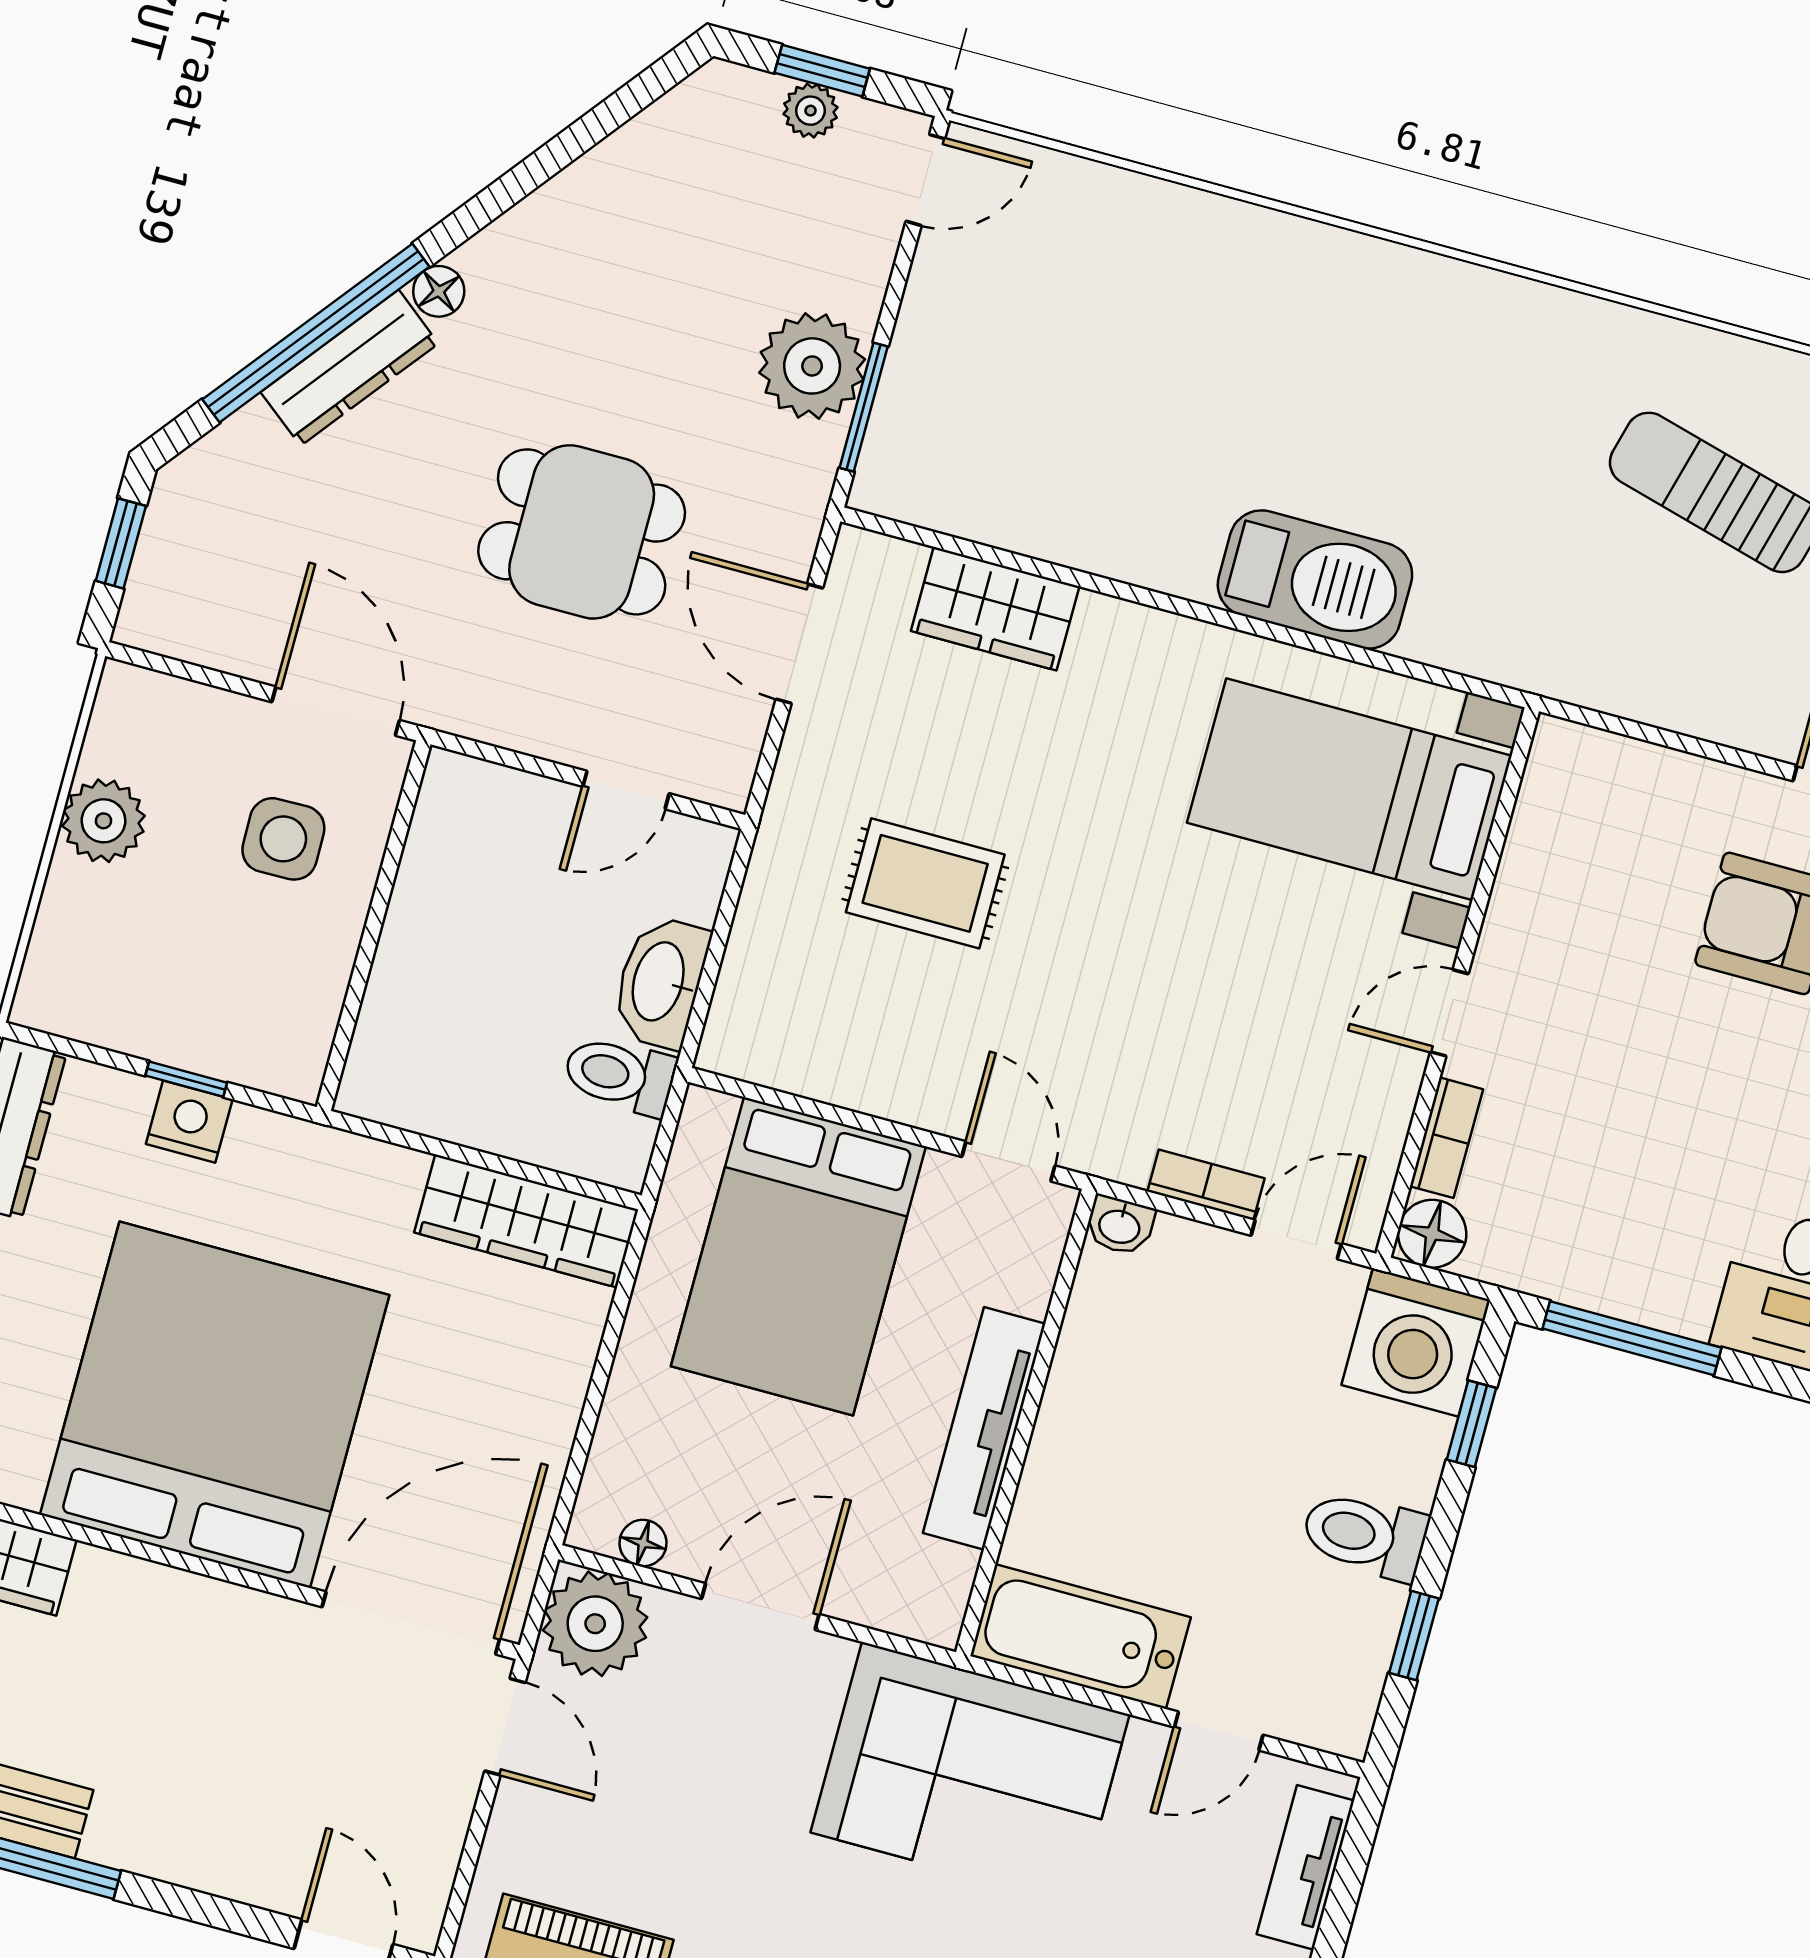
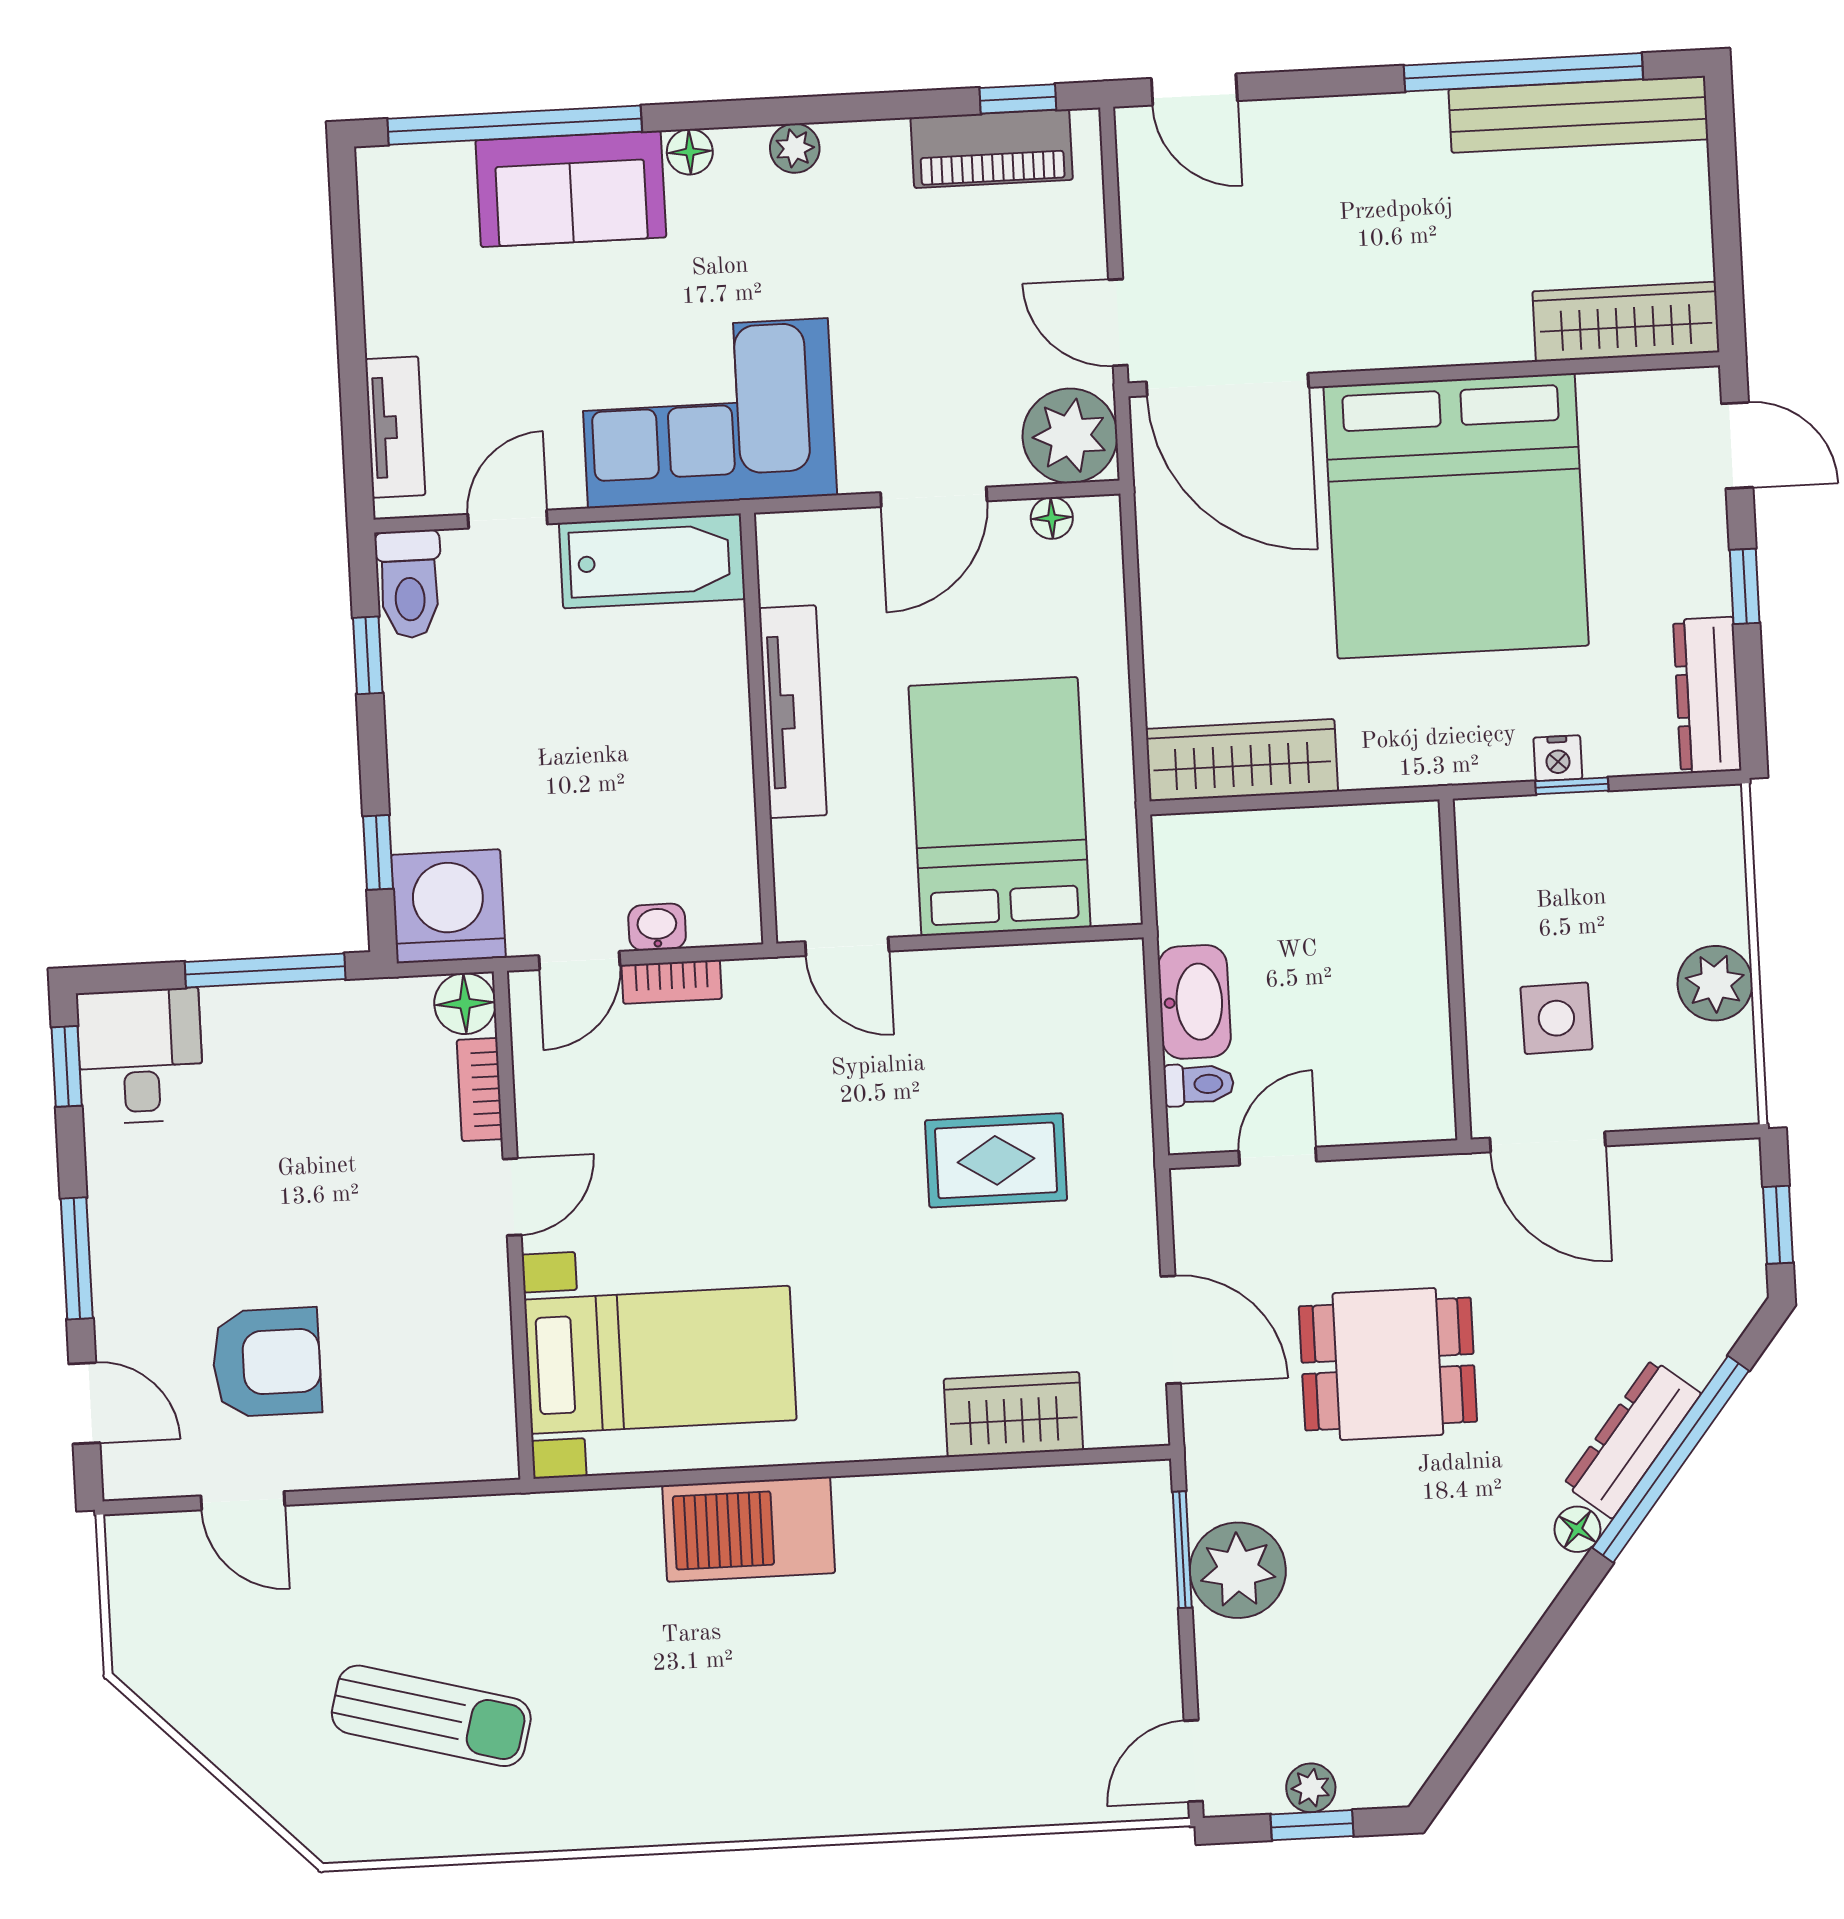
toilet: (620, 1075) -> (1199, 1084), moved, width x0.73, depth x0.72
nightstand: (189, 1122) -> (1558, 758), width x0.72, depth x0.74
washbasin: (1120, 1225) -> (657, 927), moved
toilet: (1365, 1535) -> (409, 584), moved, turned 90
door: (411, 1623) -> (1228, 385), hinge flipped

